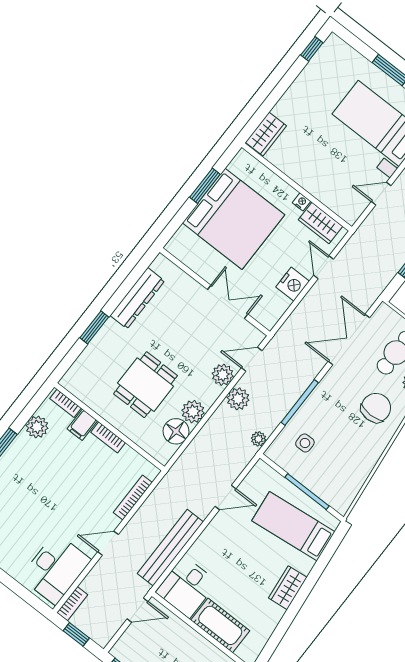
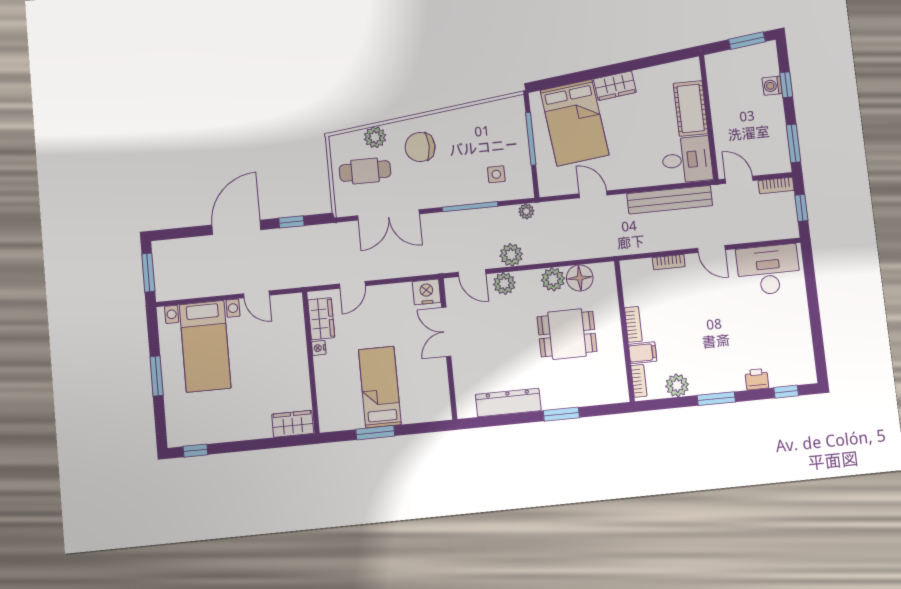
bed: (233, 219) -> (380, 387), width x0.49
nightstand: (293, 284) -> (426, 292), moved
bookcase: (133, 498) -> (669, 262), width x0.64
bed: (293, 526) -> (574, 123), width x1.50
bookcase: (72, 604) -> (776, 185), moved, turned 180

